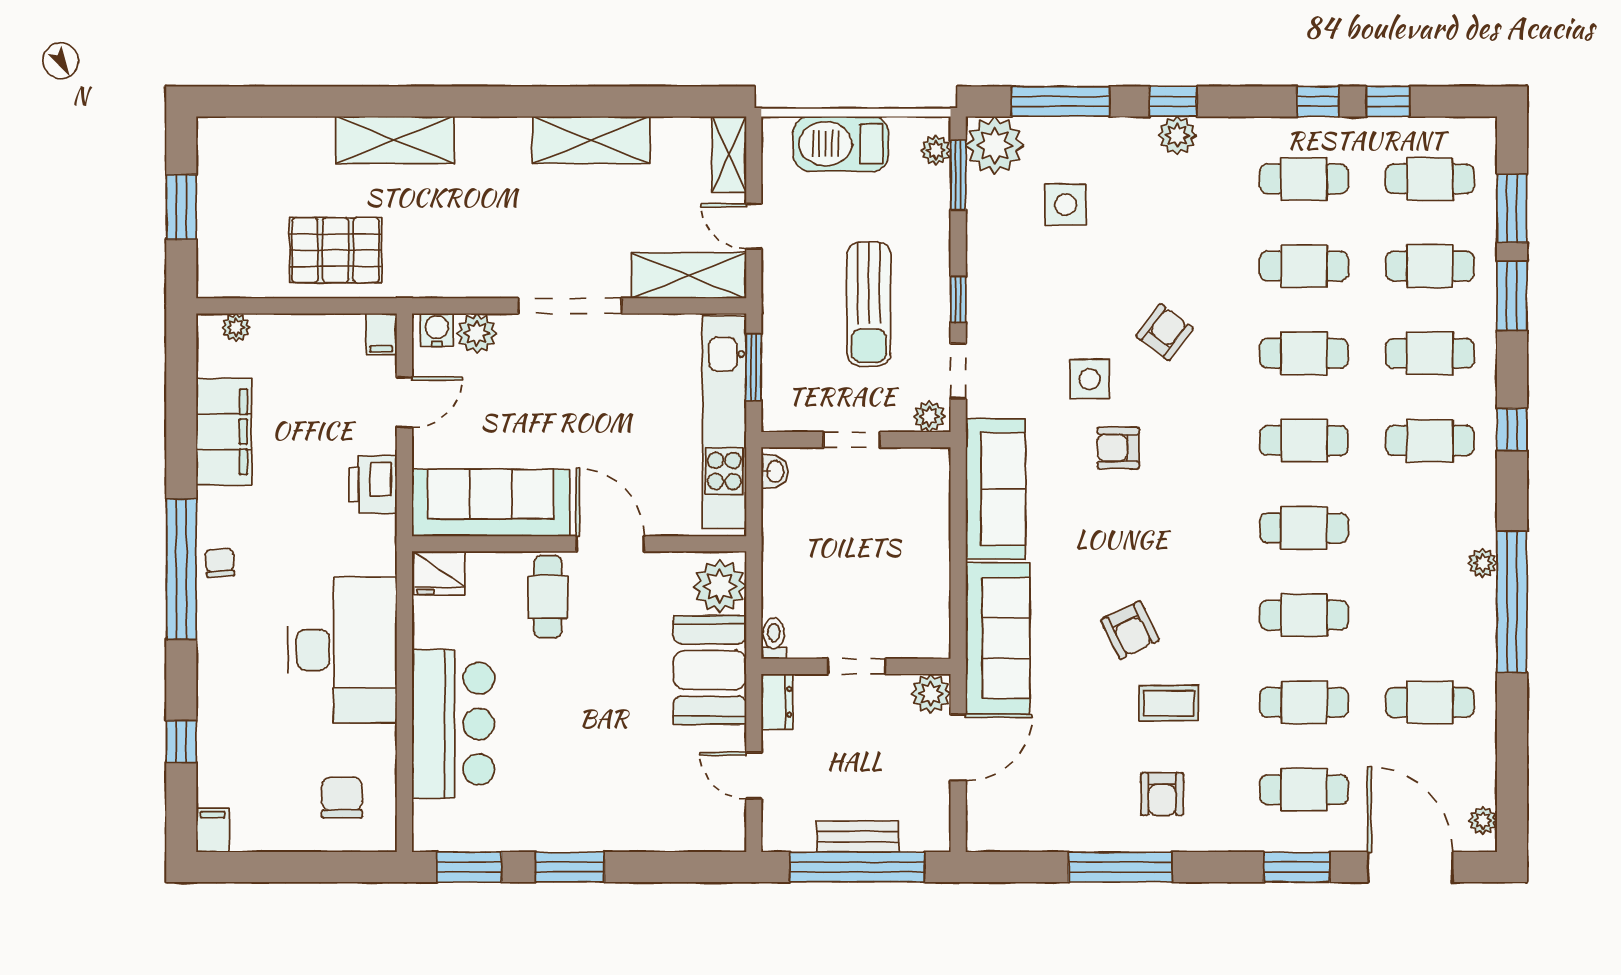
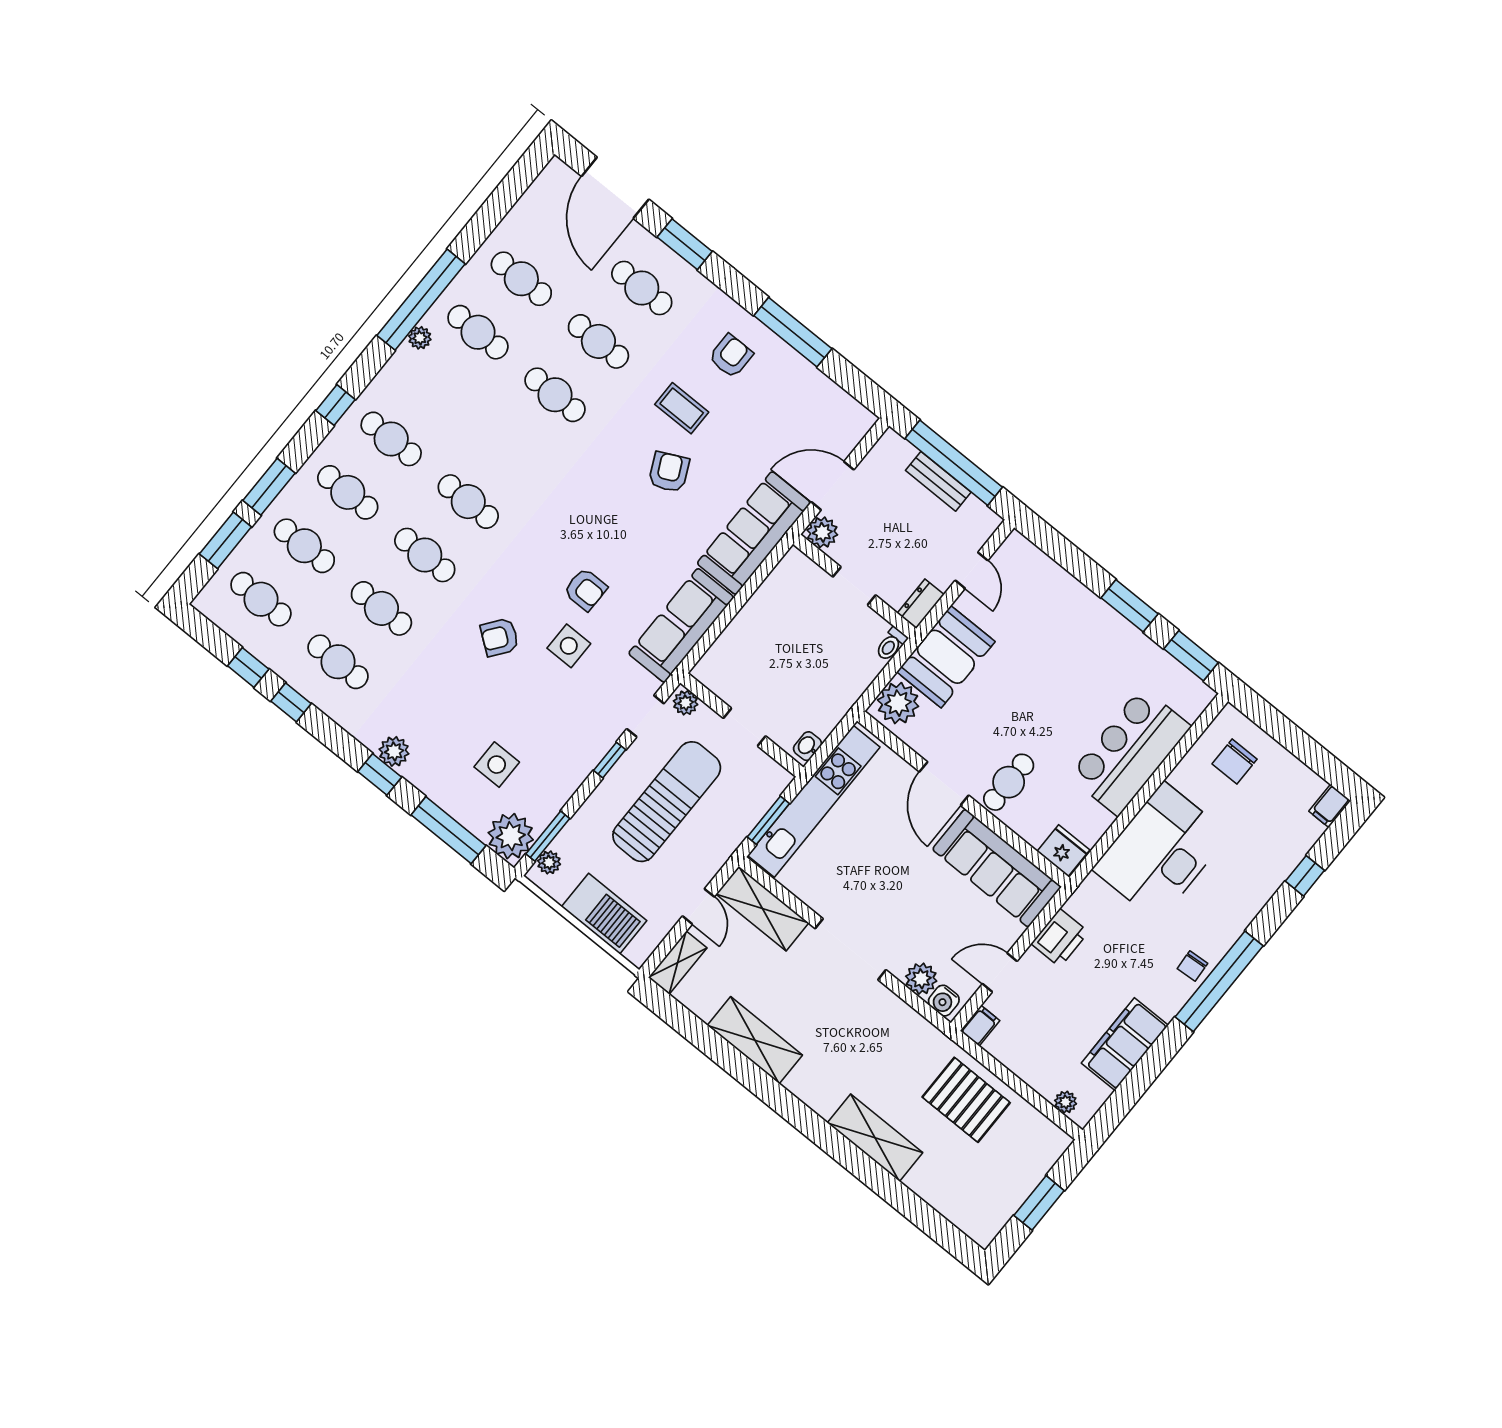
sun lounger: (869, 304) -> (667, 802), width x1.36, depth x1.34
cafe table: (1304, 528) -> (478, 332), moved
plant: (1483, 820) -> (548, 180), removed

